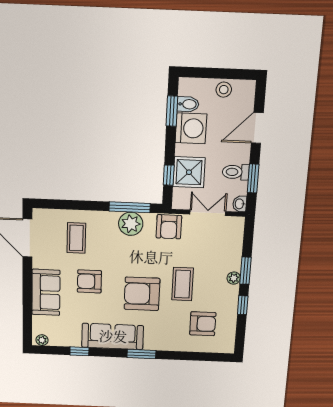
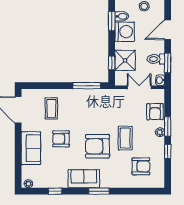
plant: (131, 224) -> (88, 97), removed
armchair: (169, 227) -> (155, 112), moved
sofa: (113, 336) -> (84, 179), width x0.73

